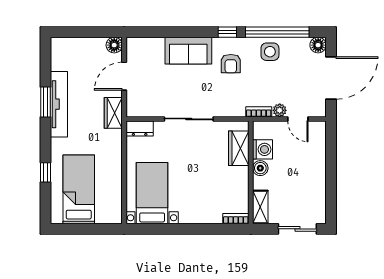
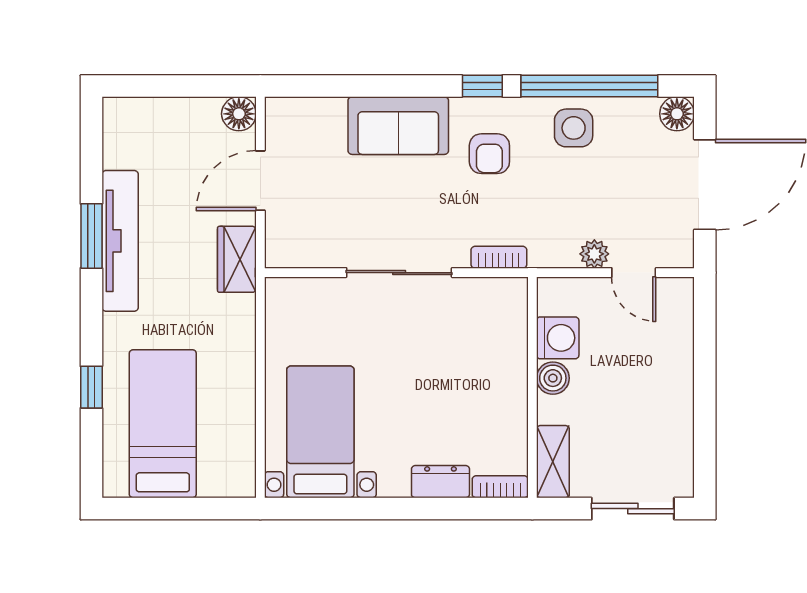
bookcase: (259, 112) -> (499, 257), moved
dresser: (140, 129) -> (440, 482), moved, turned 180
wardrobe: (239, 148) -> (507, 335), removed

